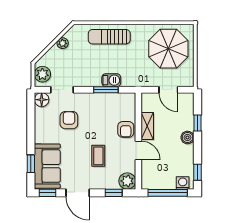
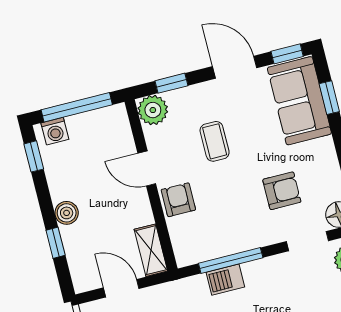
window: (106, 90) -> (231, 261), width x1.44
armchair: (69, 120) -> (282, 191), turned -90
shelving: (147, 126) -> (151, 250), moved

